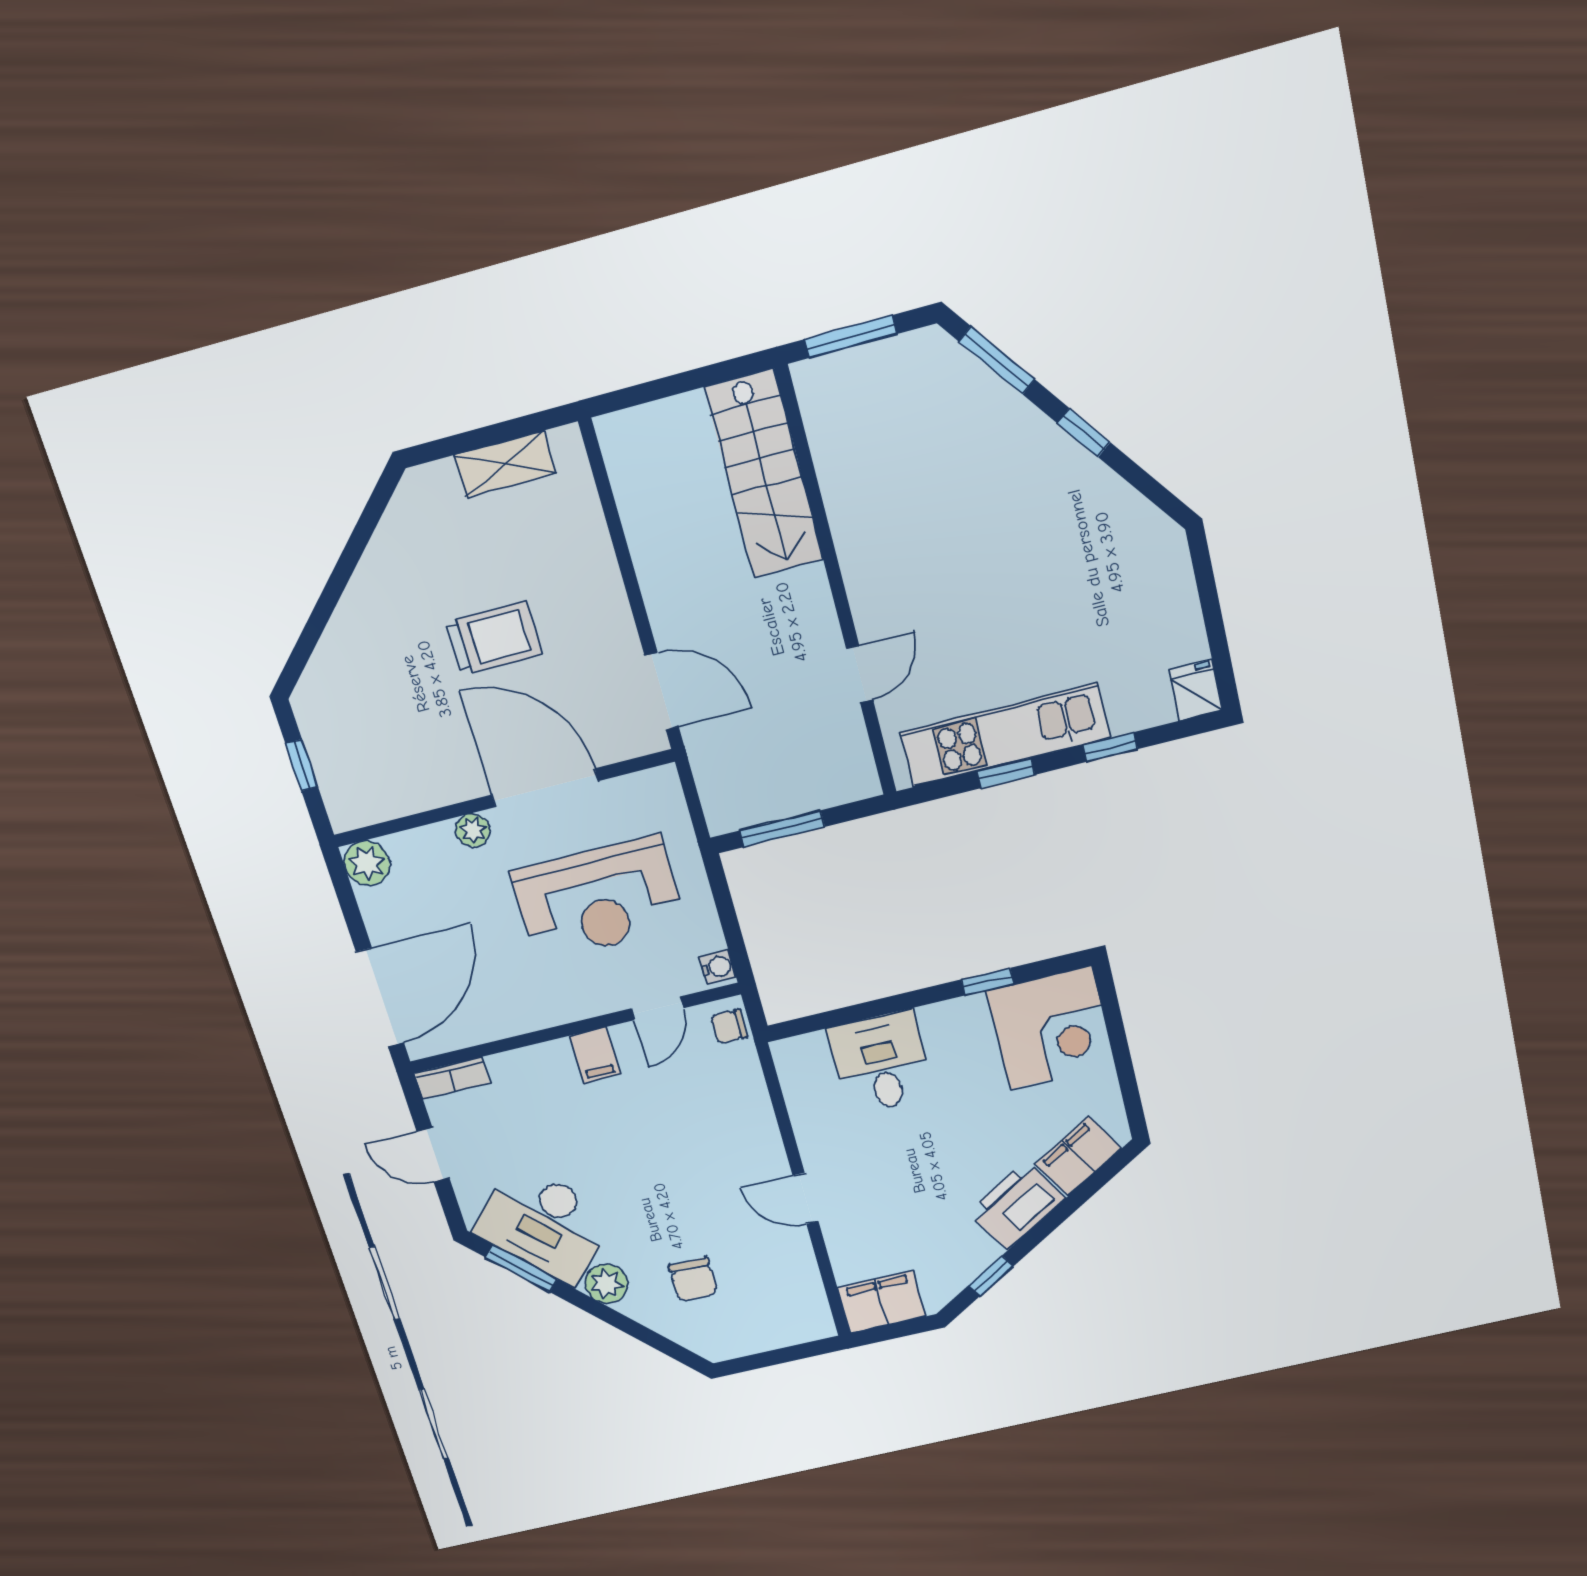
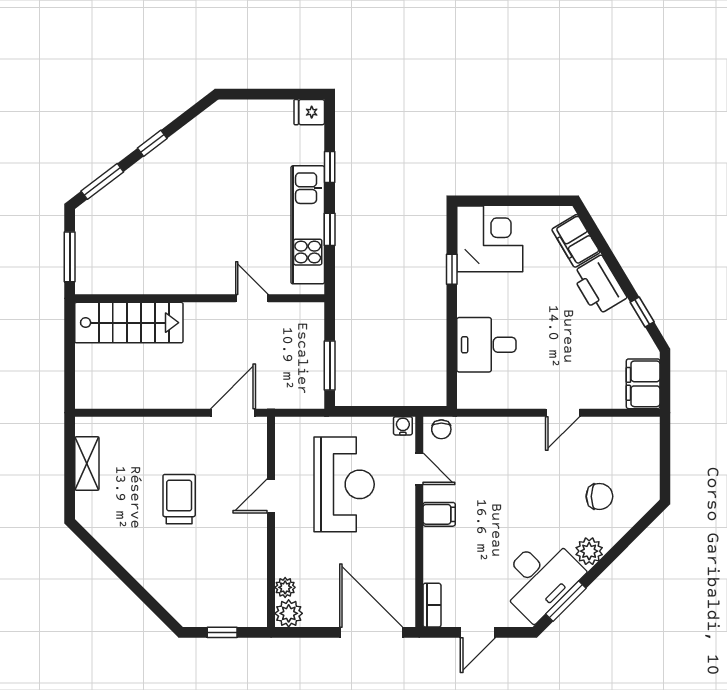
door: (545, 788) -> (271, 496), width x0.53
plant: (473, 830) -> (285, 587), moved

